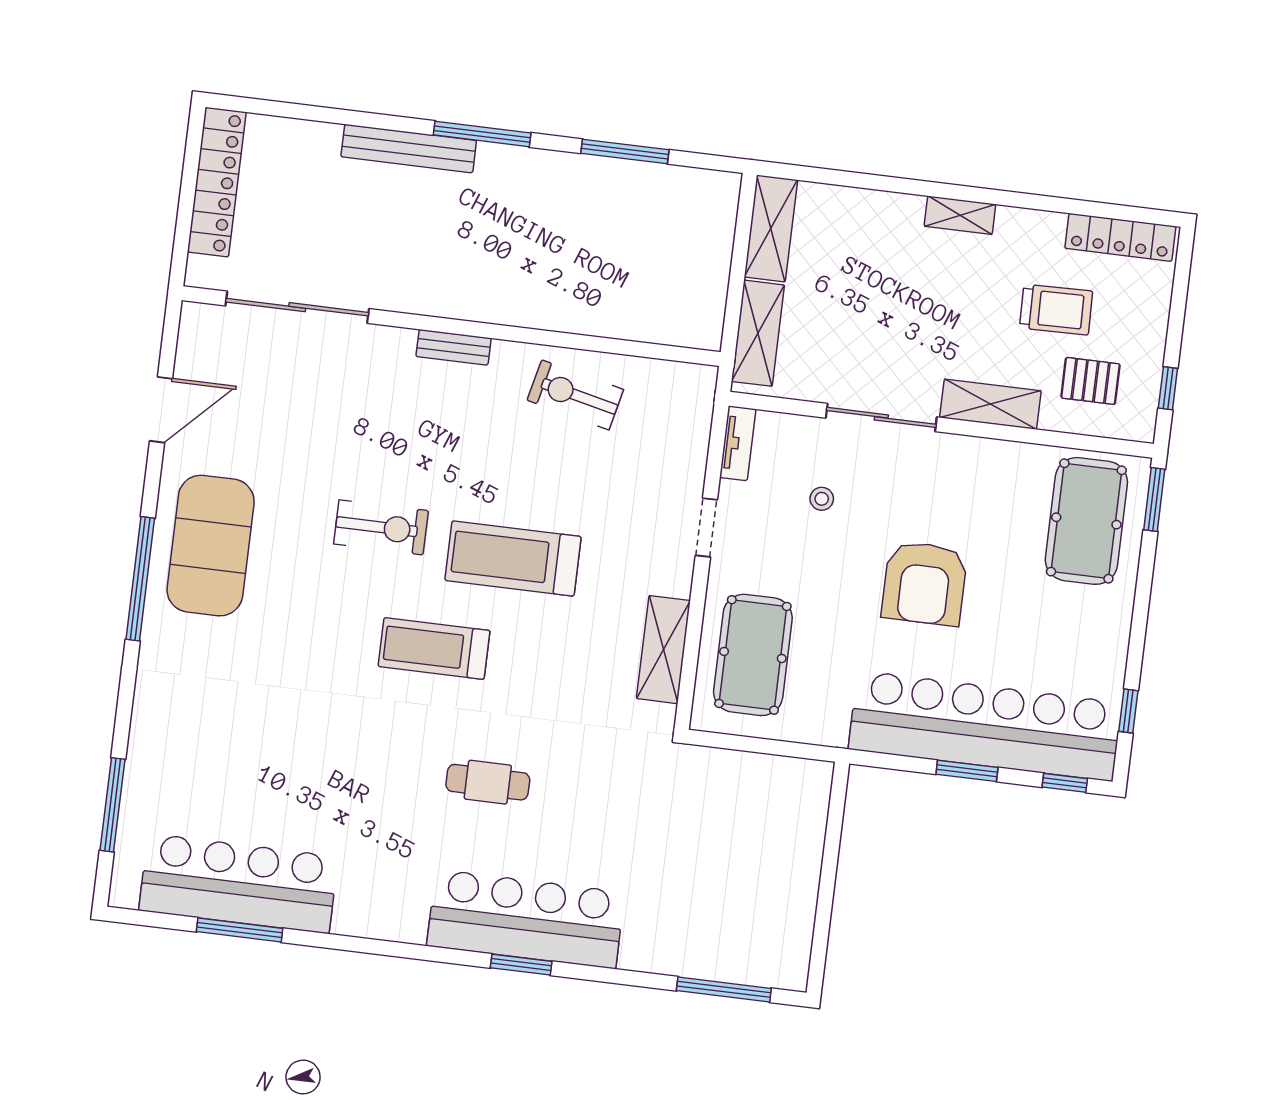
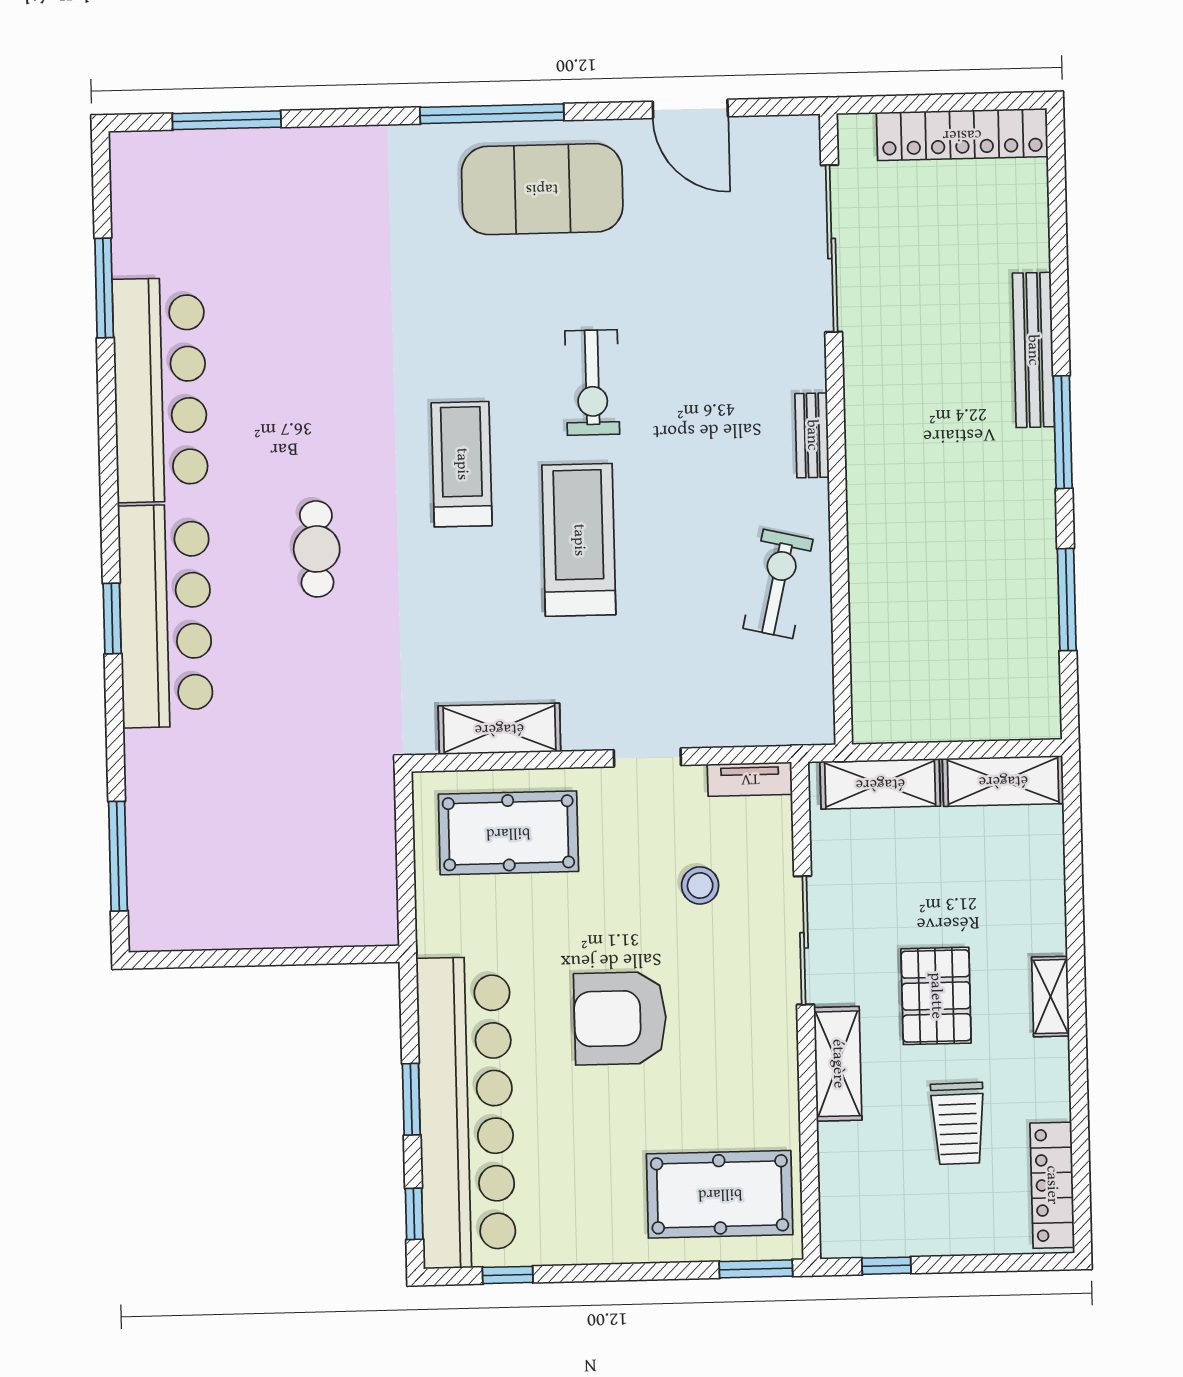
pallet: (1090, 381) -> (936, 996), moved, width x1.50, depth x1.42
stool: (822, 499) -> (700, 885), width x1.37, depth x1.37
bar counter: (238, 884) -> (160, 390), moved

